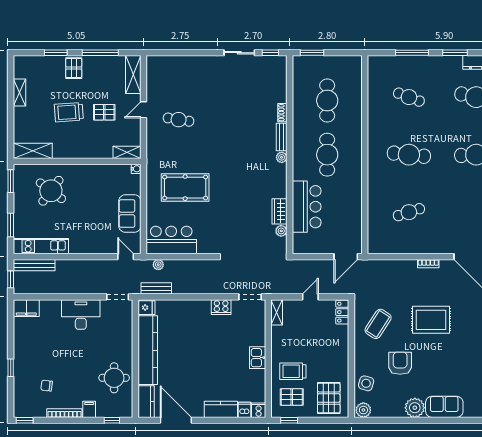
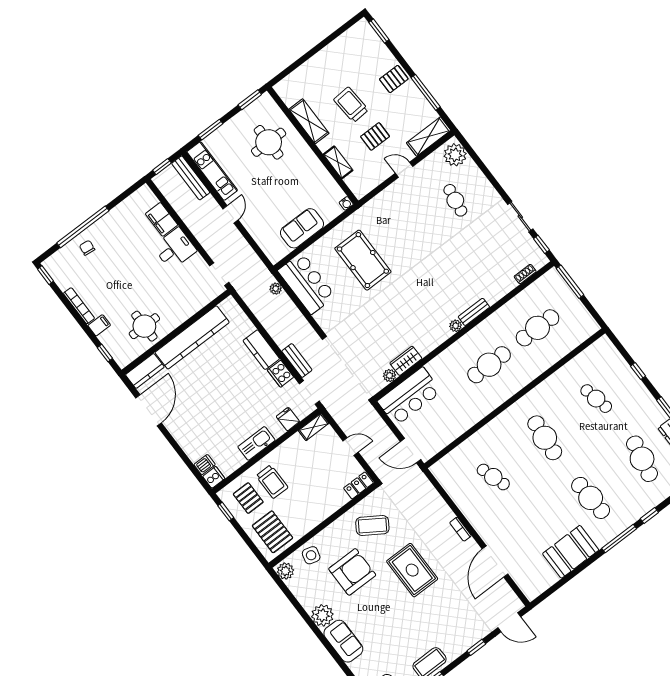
window: (56, 53) -> (379, 31), moved
window: (312, 53) -> (570, 282), width x1.44
window: (412, 53) -> (638, 371), width x0.46
plant: (160, 66) -> (455, 155), added
shelving: (19, 93) -> (335, 47), removed
cafe table: (409, 97) -> (596, 399), turned -33
pallet: (104, 112) -> (375, 136), turned 90
shoe rack: (282, 113) -> (525, 274), moved
cafe table: (179, 120) -> (455, 200), moved
shelving: (33, 151) -> (309, 121), moved
shelving: (127, 152) -> (338, 162), moved
round table: (51, 191) -> (269, 142), turned -37
bar counter: (307, 207) -> (409, 396), moved
door: (126, 257) -> (230, 214), moved
bench: (156, 288) -> (297, 361), moved
filing cabinet: (26, 308) -> (162, 219), moved
fridge: (146, 308) -> (288, 419), moved, turned 180
desk: (81, 315) -> (175, 249), width x0.73
kitchen sink: (258, 358) -> (256, 443), width x1.38
armchair: (400, 363) -> (352, 572), width x1.36, depth x1.36
window: (11, 368) -> (83, 227), width x3.17
trolley: (293, 371) -> (272, 482), turned 180
chair: (47, 386) -> (87, 248), moved
pallet: (329, 398) -> (272, 532), turned 90
kitchen counter: (221, 409) -> (261, 350), moved, turned 180

